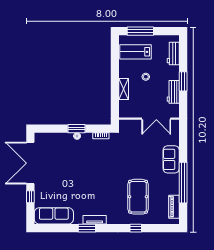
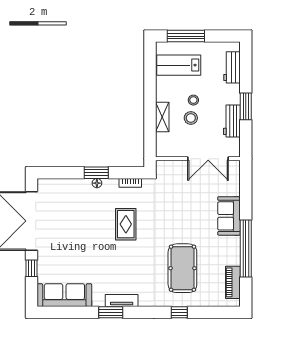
stool: (144, 90) -> (191, 118), added
rug: (98, 165) -> (126, 224), added

